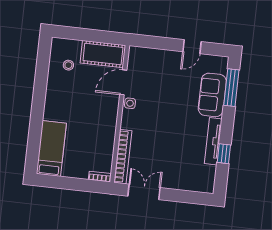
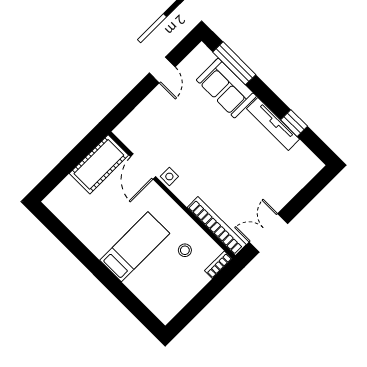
stool: (68, 65) -> (185, 250), moved
bed: (51, 149) -> (135, 247), moved, turned 90

